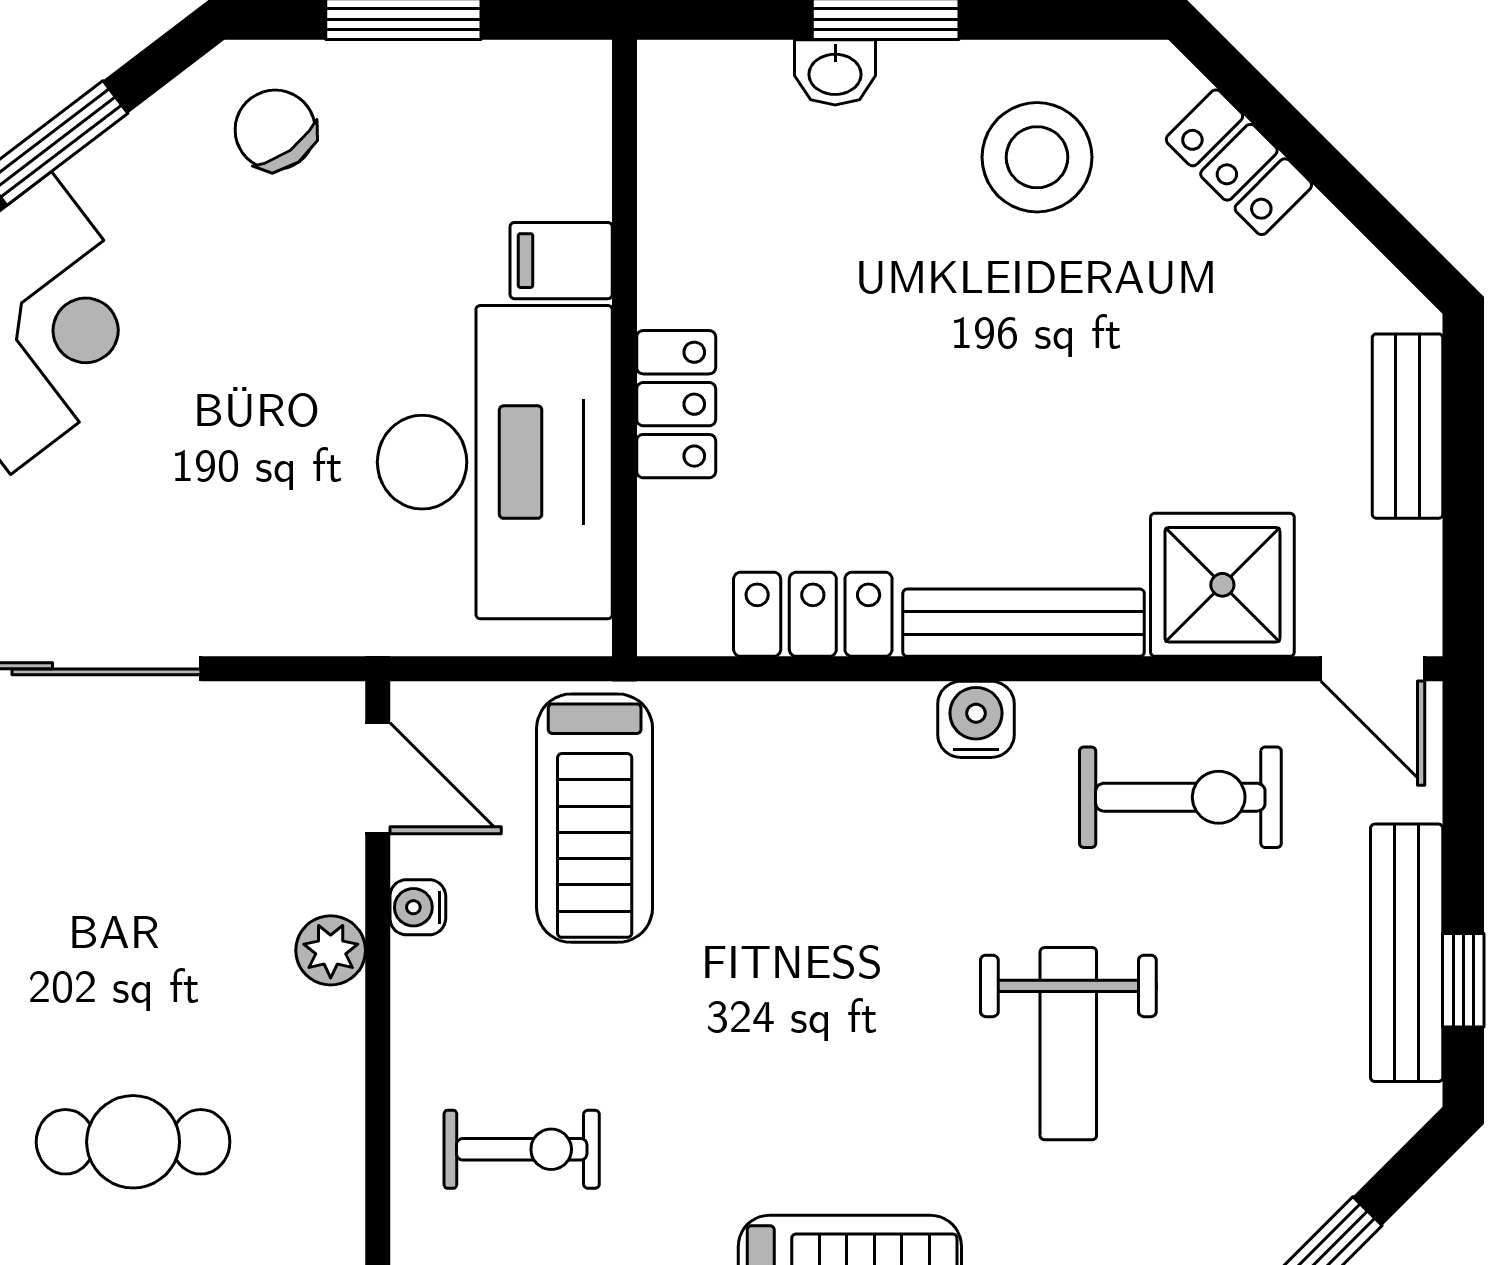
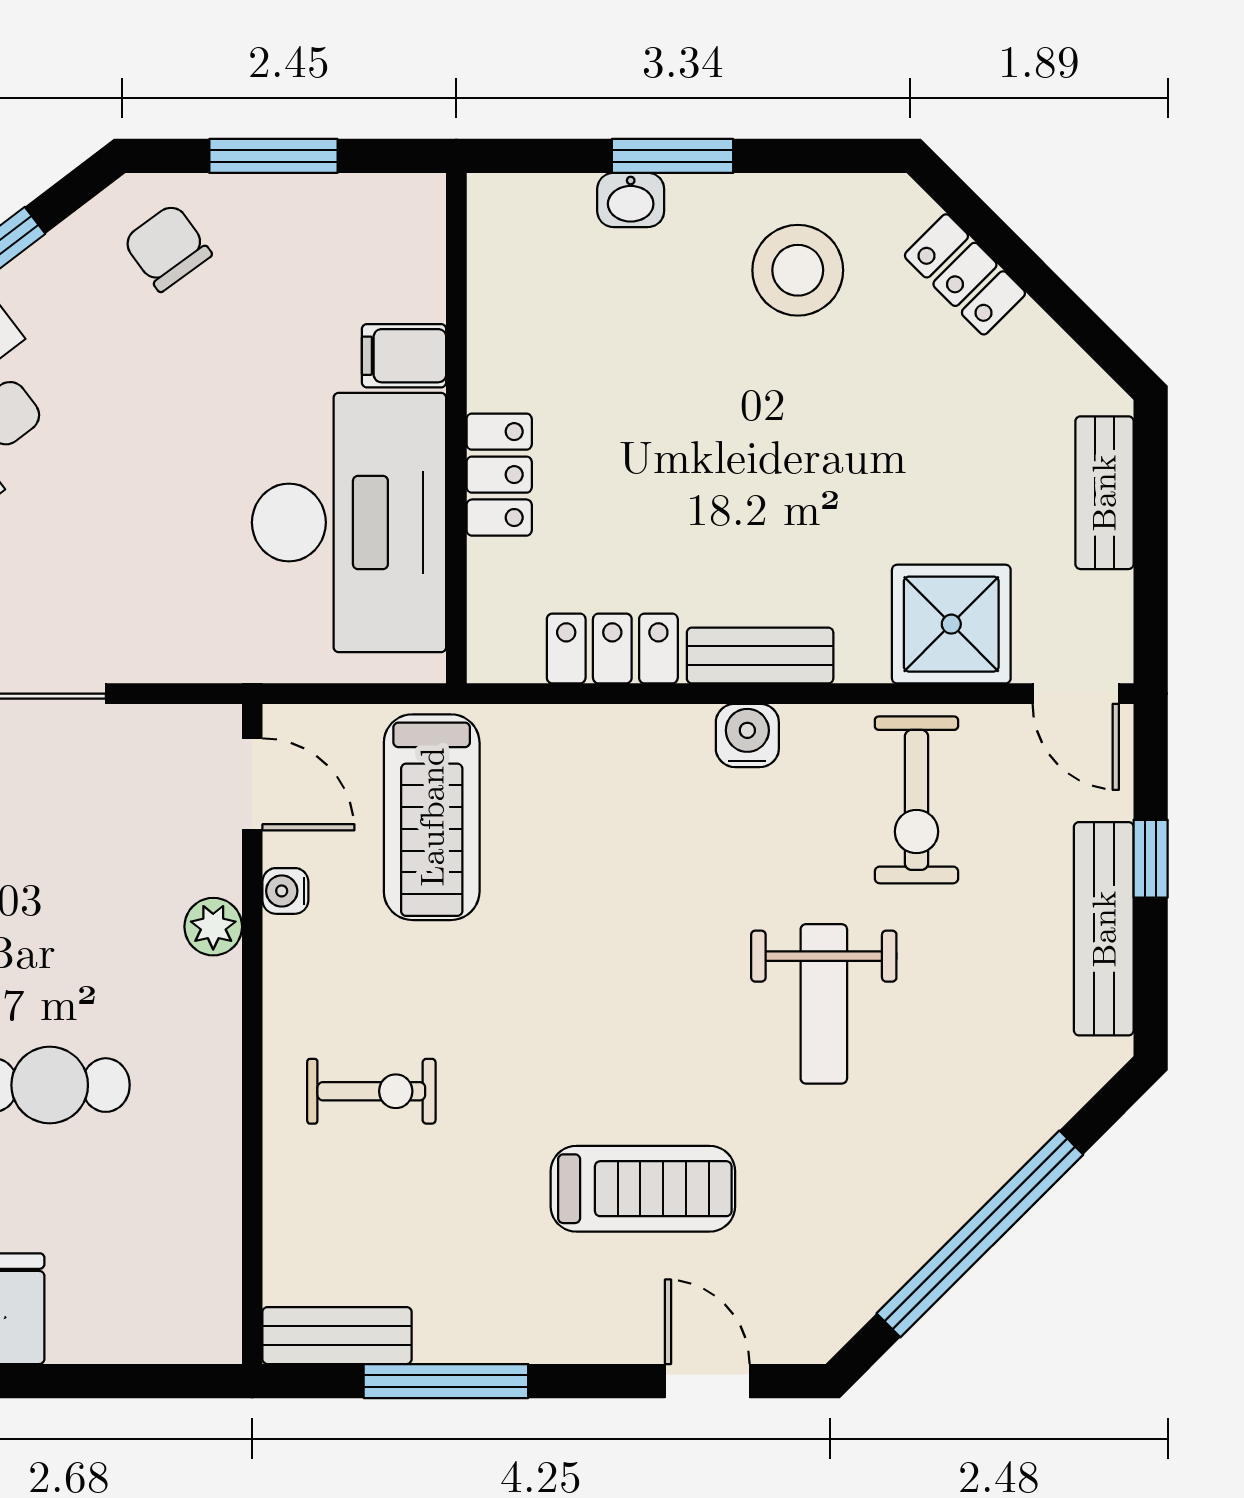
bench: (1024, 623) -> (760, 655), width x0.73
exercise bike: (1180, 797) -> (916, 800), turned 90
window: (1463, 980) -> (1151, 859), moved

